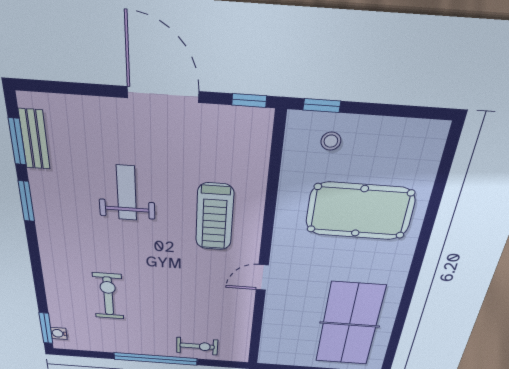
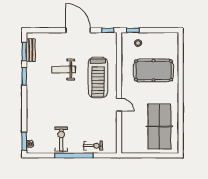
weight bench: (126, 193) -> (64, 70), turned -90
treadmill: (215, 217) -> (98, 77), width x1.37, depth x1.38
door: (262, 277) -> (119, 105), swing flipped
exercise bike: (108, 296) -> (61, 139), moved

